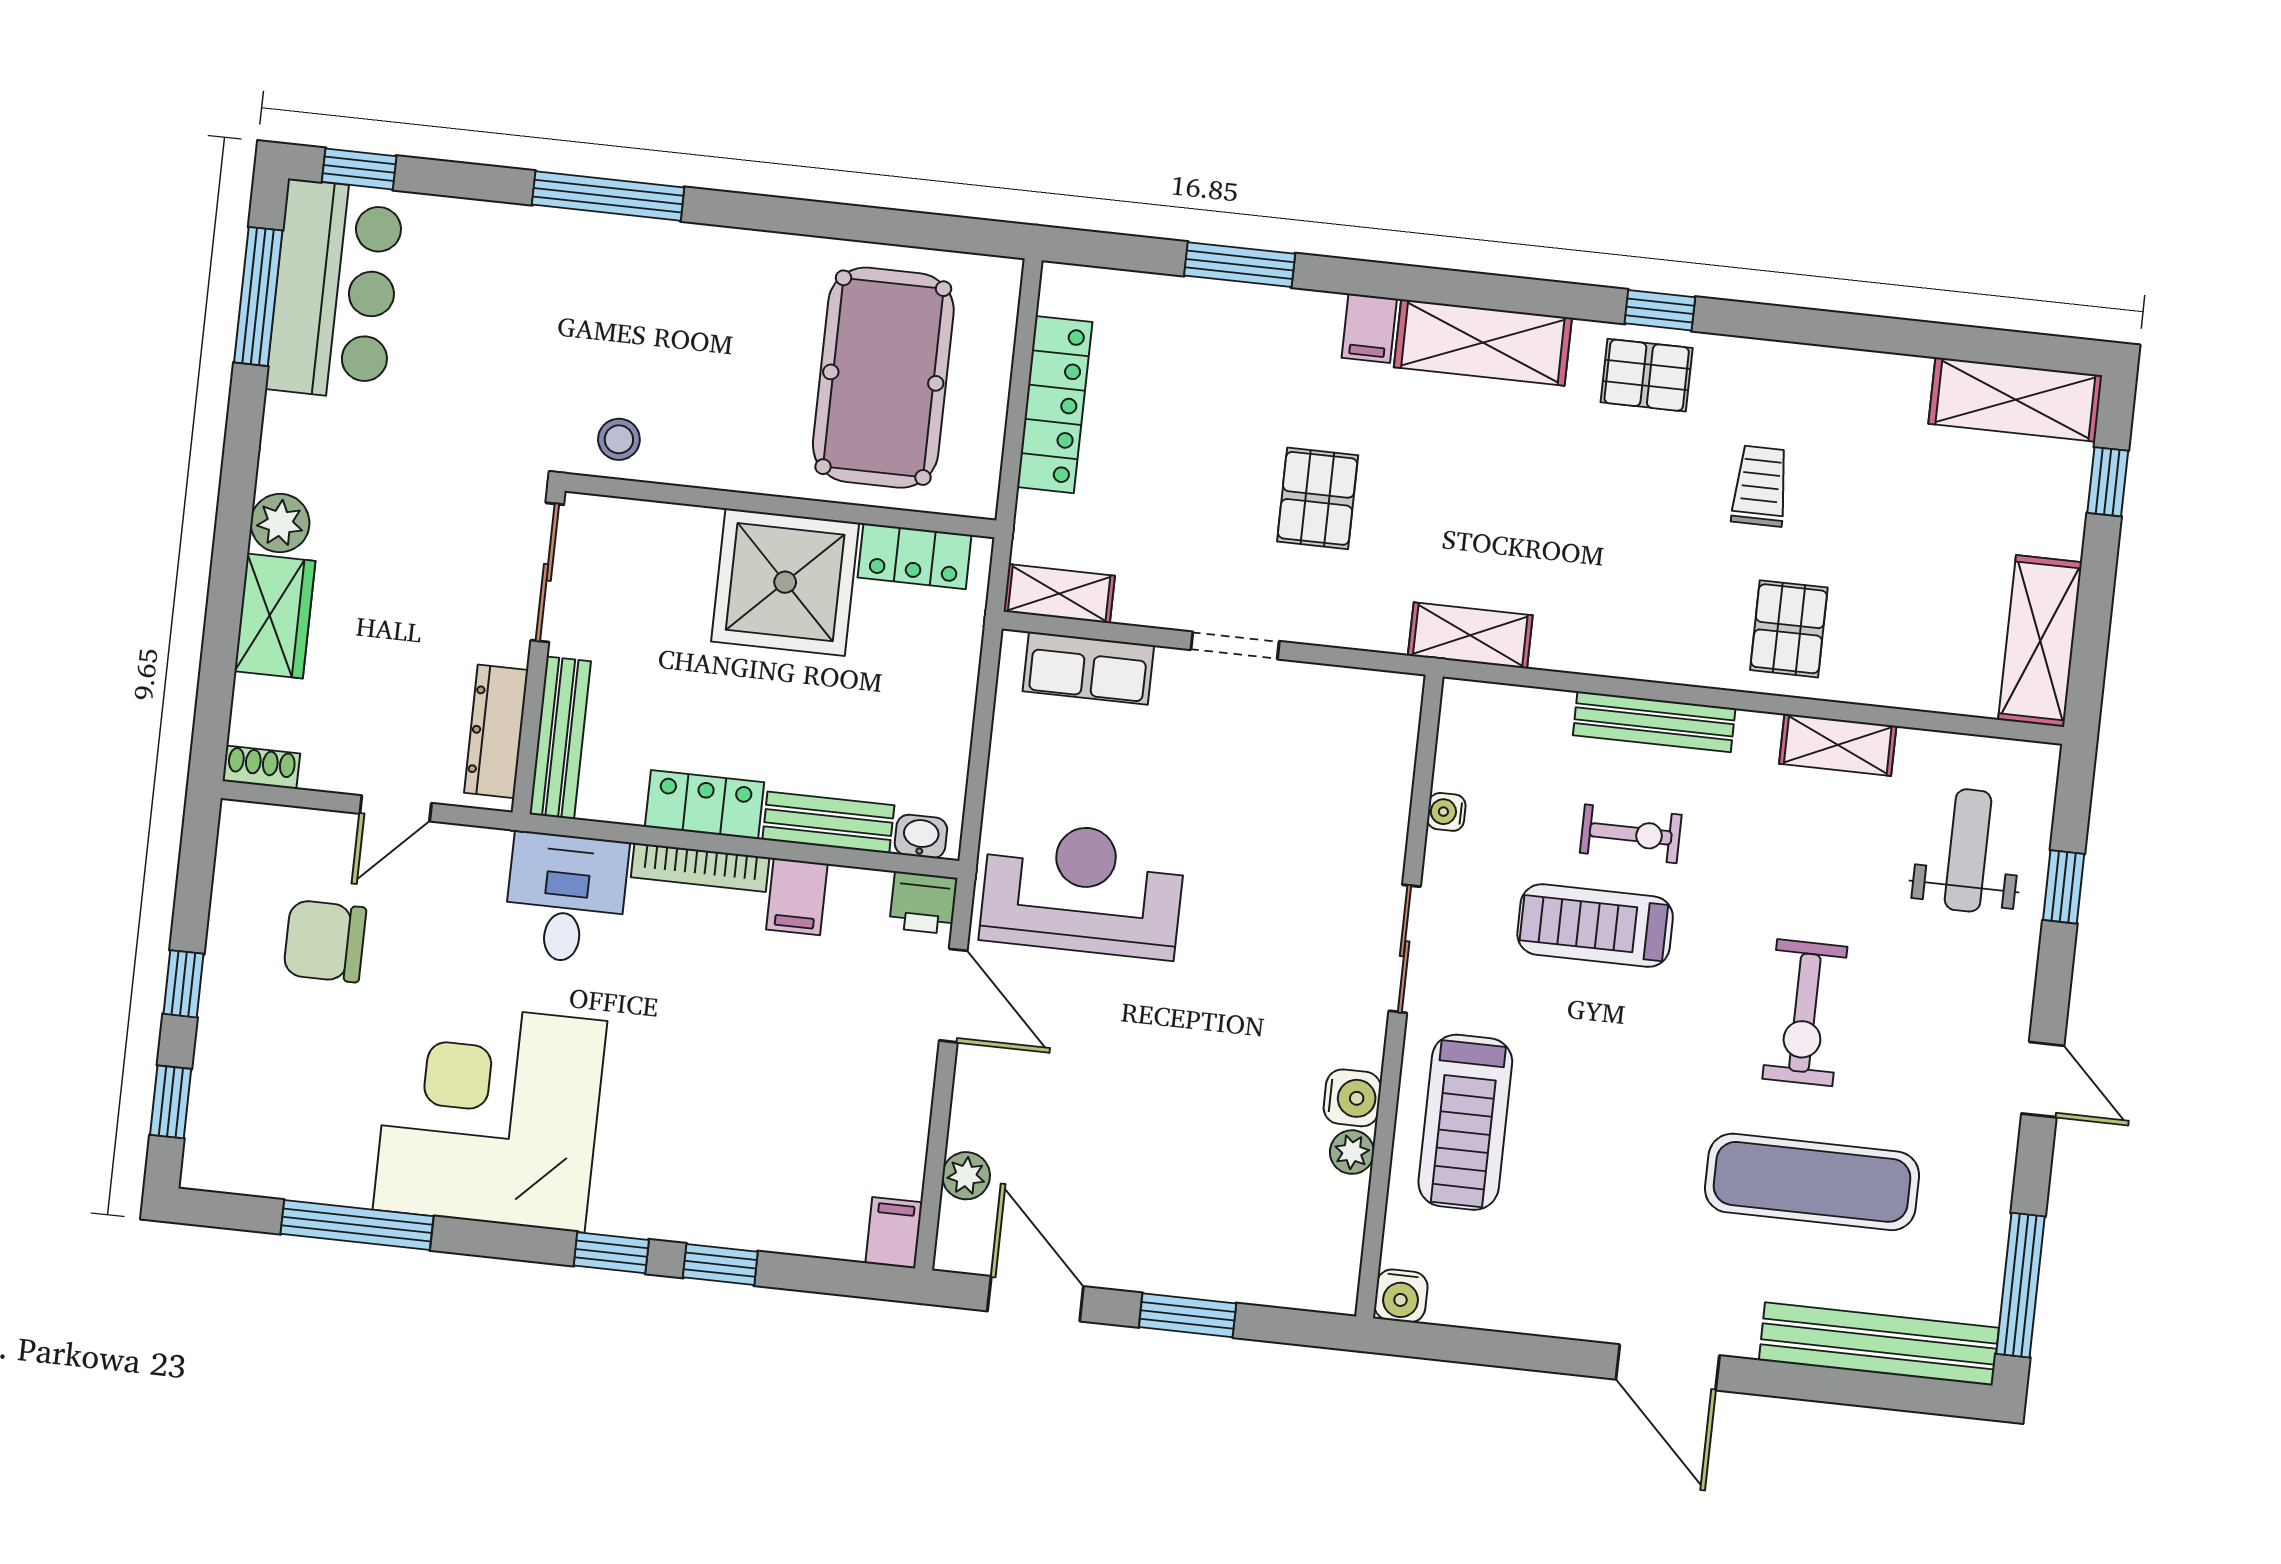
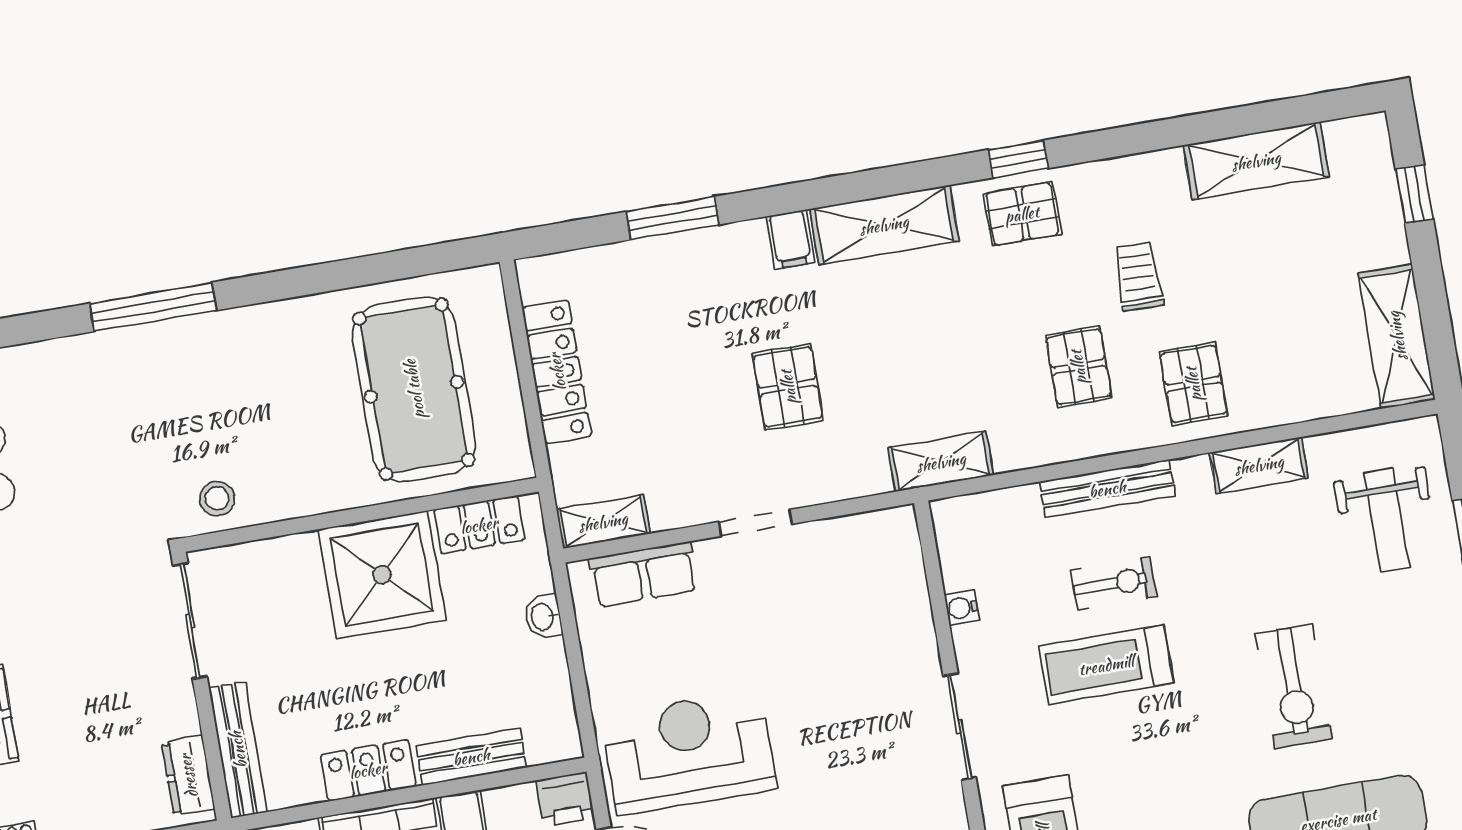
shelving: (2015, 400) -> (1256, 161), moved
pallet: (1661, 571) -> (1078, 367), added
dresser: (496, 731) -> (188, 776), width x0.70
washbasin: (921, 836) -> (543, 617), moved, turned -90
weight bench: (1968, 850) -> (1387, 520), turned 180

